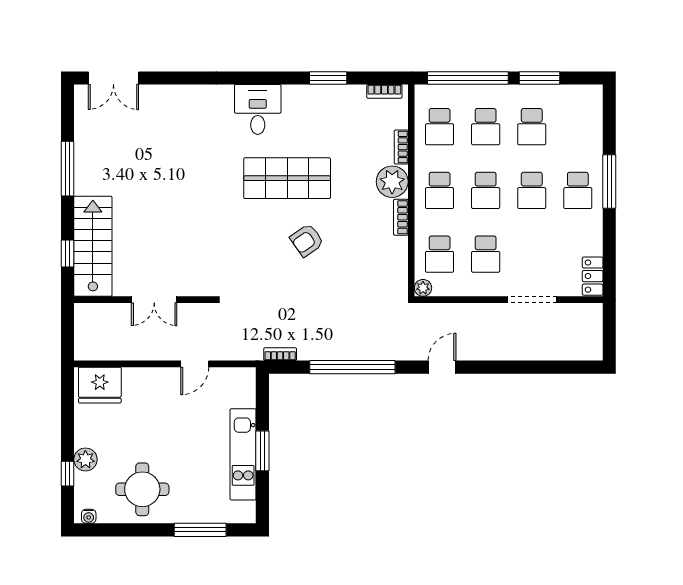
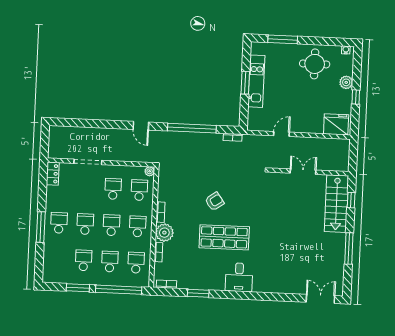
door: (442, 367) -> (141, 126), hinge flipped
window: (68, 474) -> (356, 97), moved

